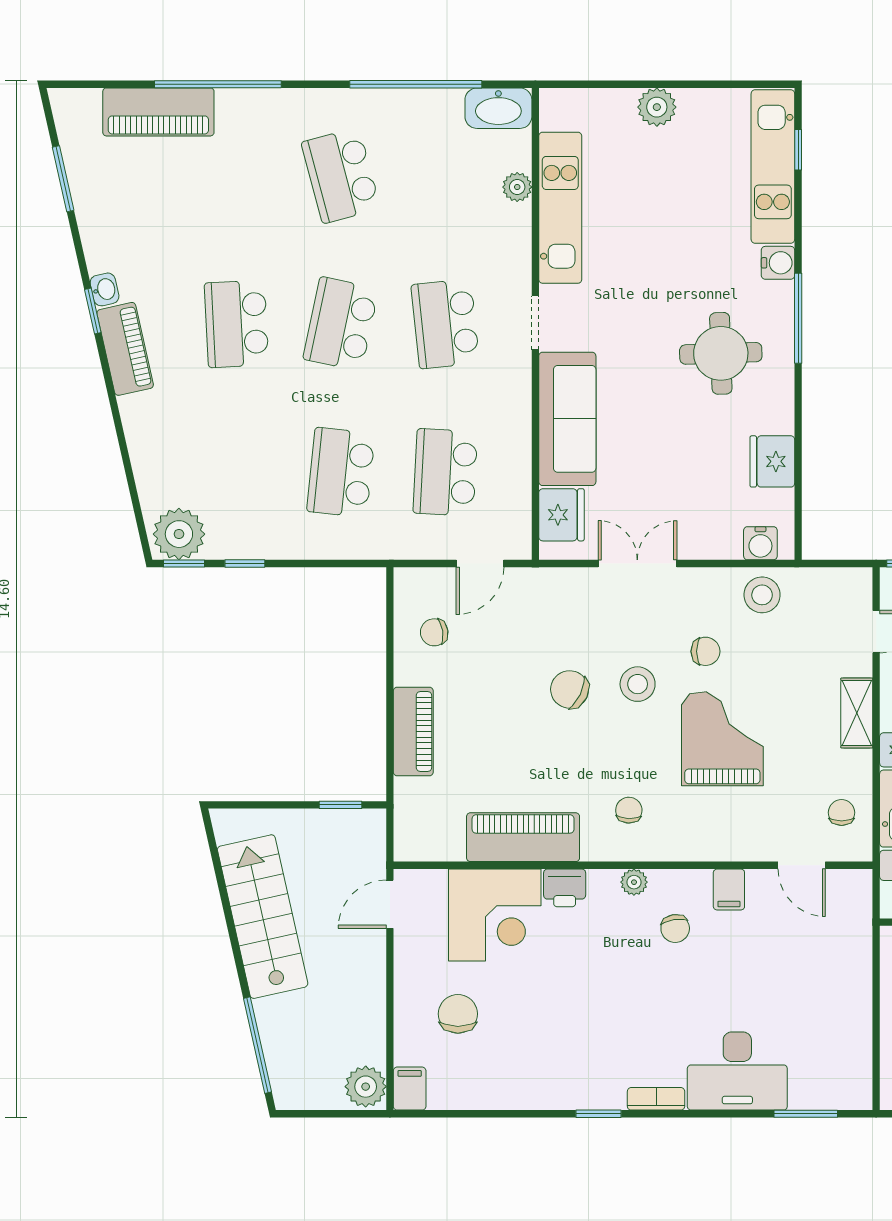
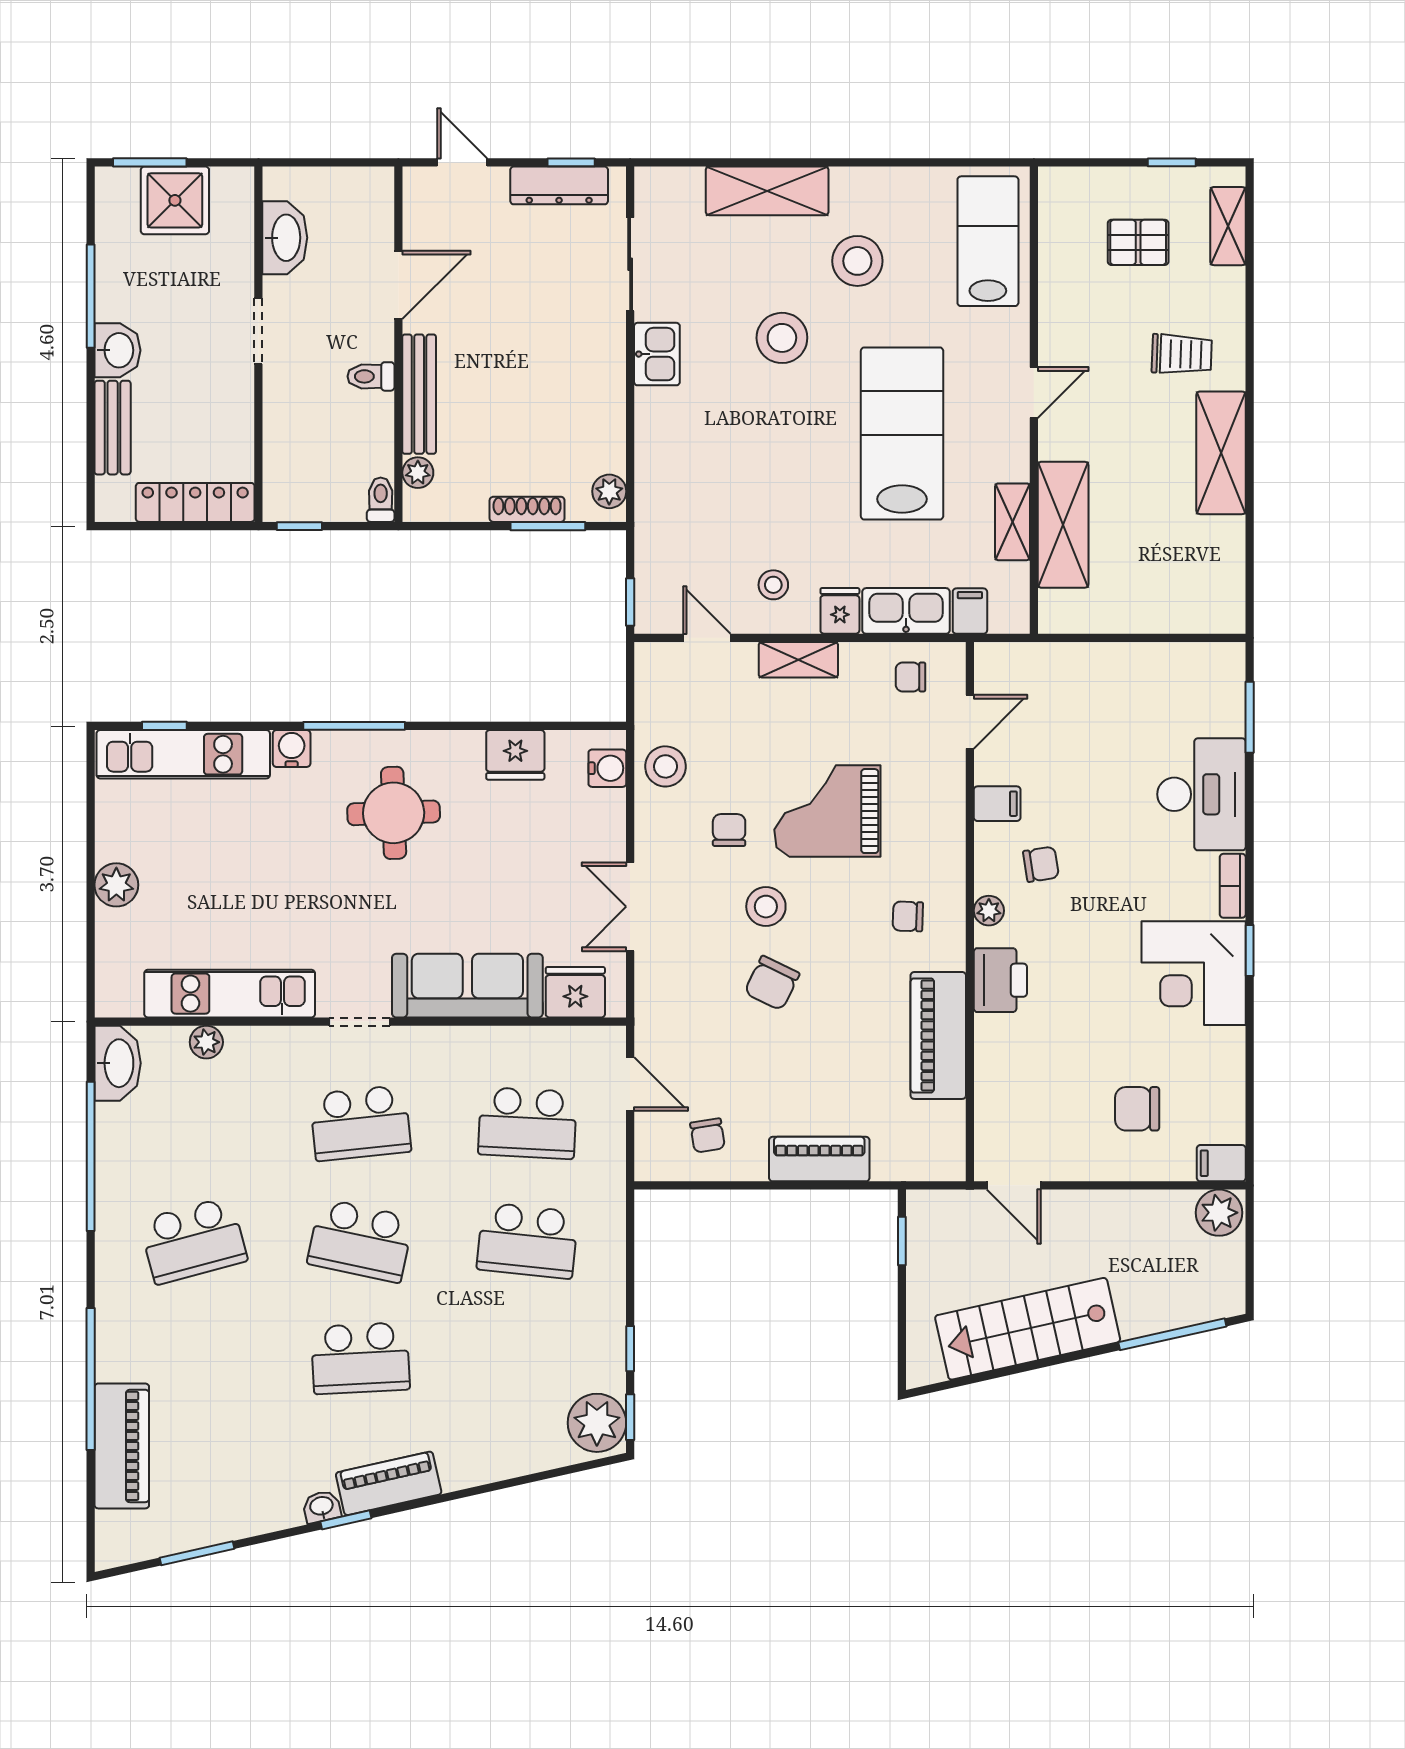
printer: (565, 888) -> (1000, 980), width x1.36, depth x1.24
corner desk: (495, 915) -> (1194, 973), moved, turned 180

